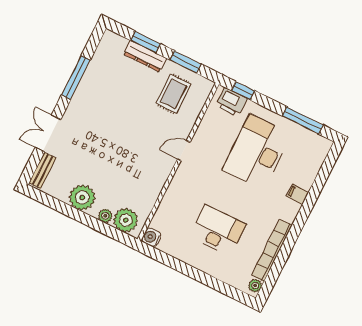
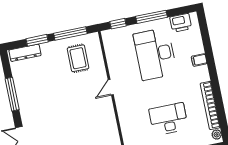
dresser: (145, 56) -> (25, 53), moved
window: (186, 62) -> (70, 33), width x1.44
printer: (231, 102) -> (181, 23), moved
window: (303, 120) -> (151, 17), moved

